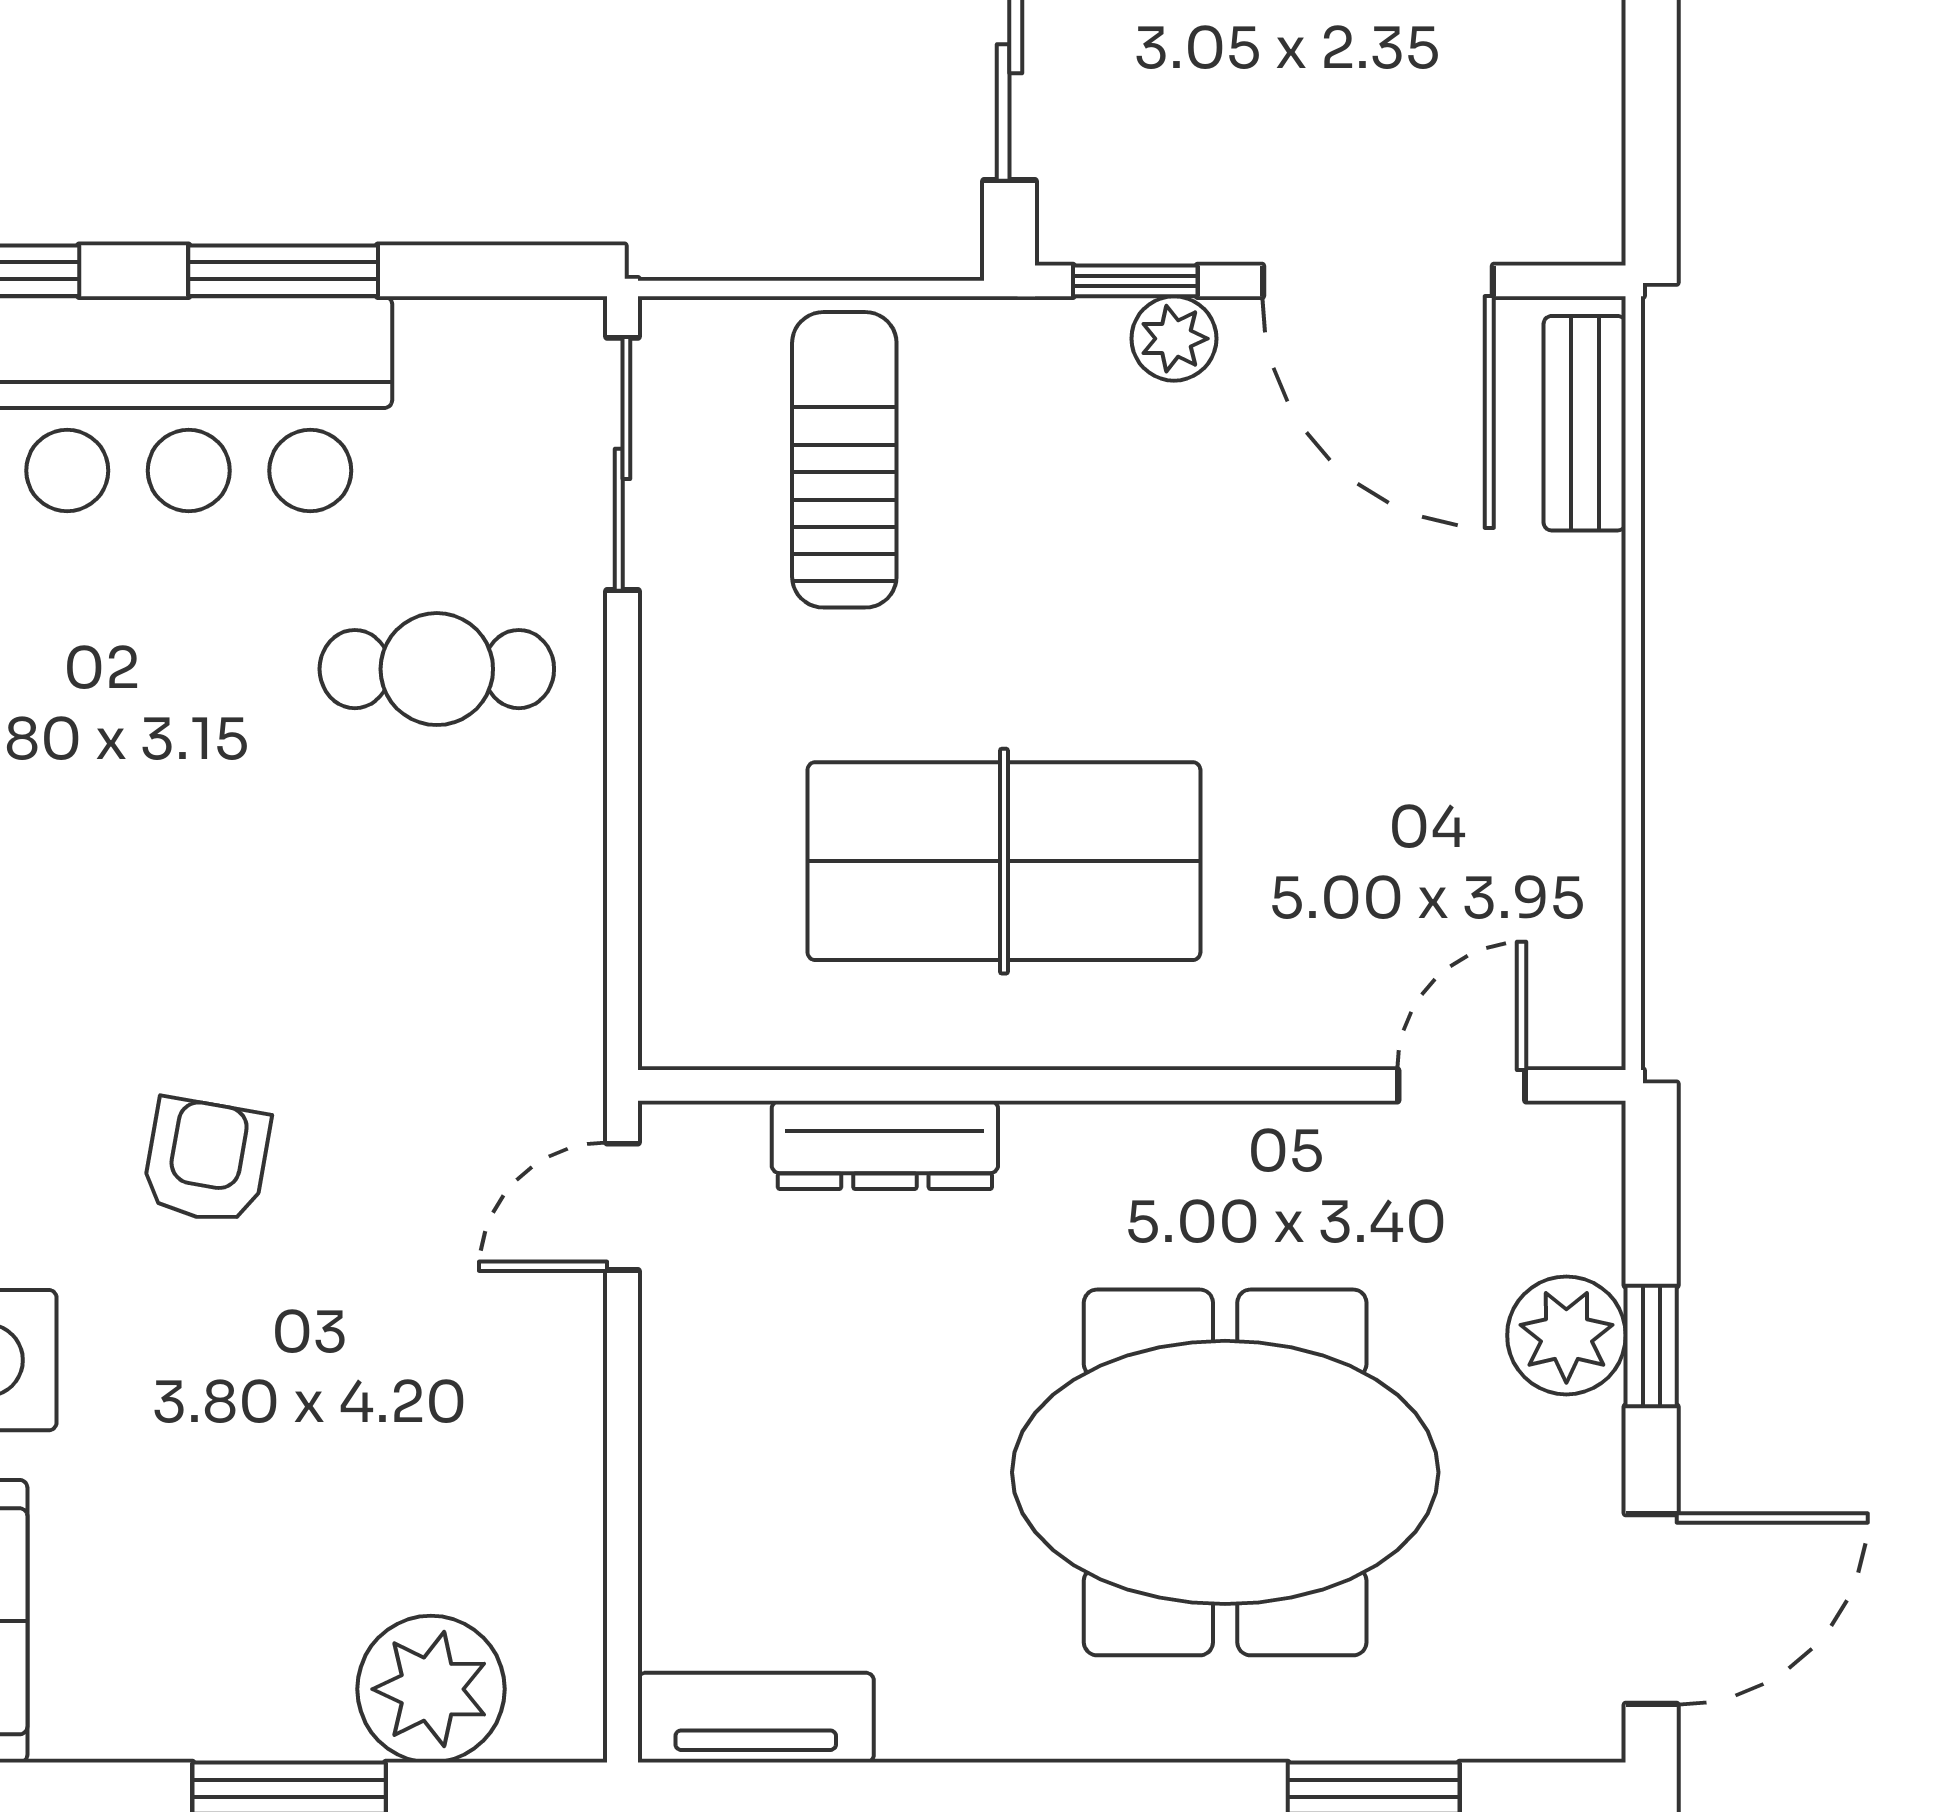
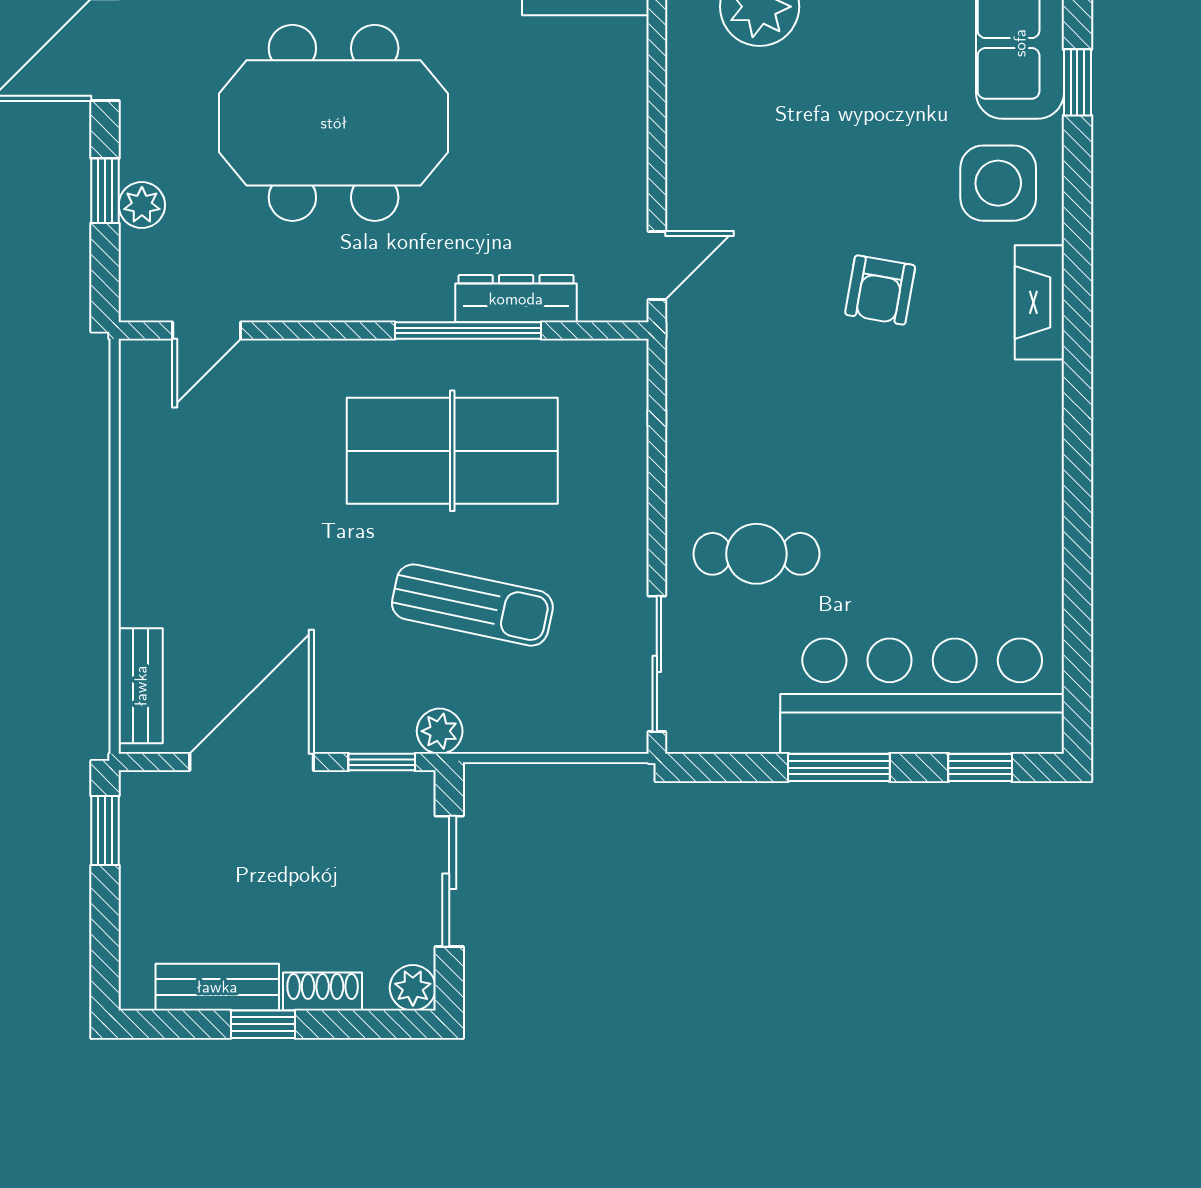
window: (1651, 154) -> (105, 830), added
door: (1378, 281) -> (252, 762), hinge flipped
plant: (1174, 339) -> (440, 731), moved
sun lounger: (844, 460) -> (472, 605), moved, turned -78
window: (975, 1085) -> (468, 330), added
plant: (1566, 1335) -> (142, 205), width x0.73, depth x0.73

